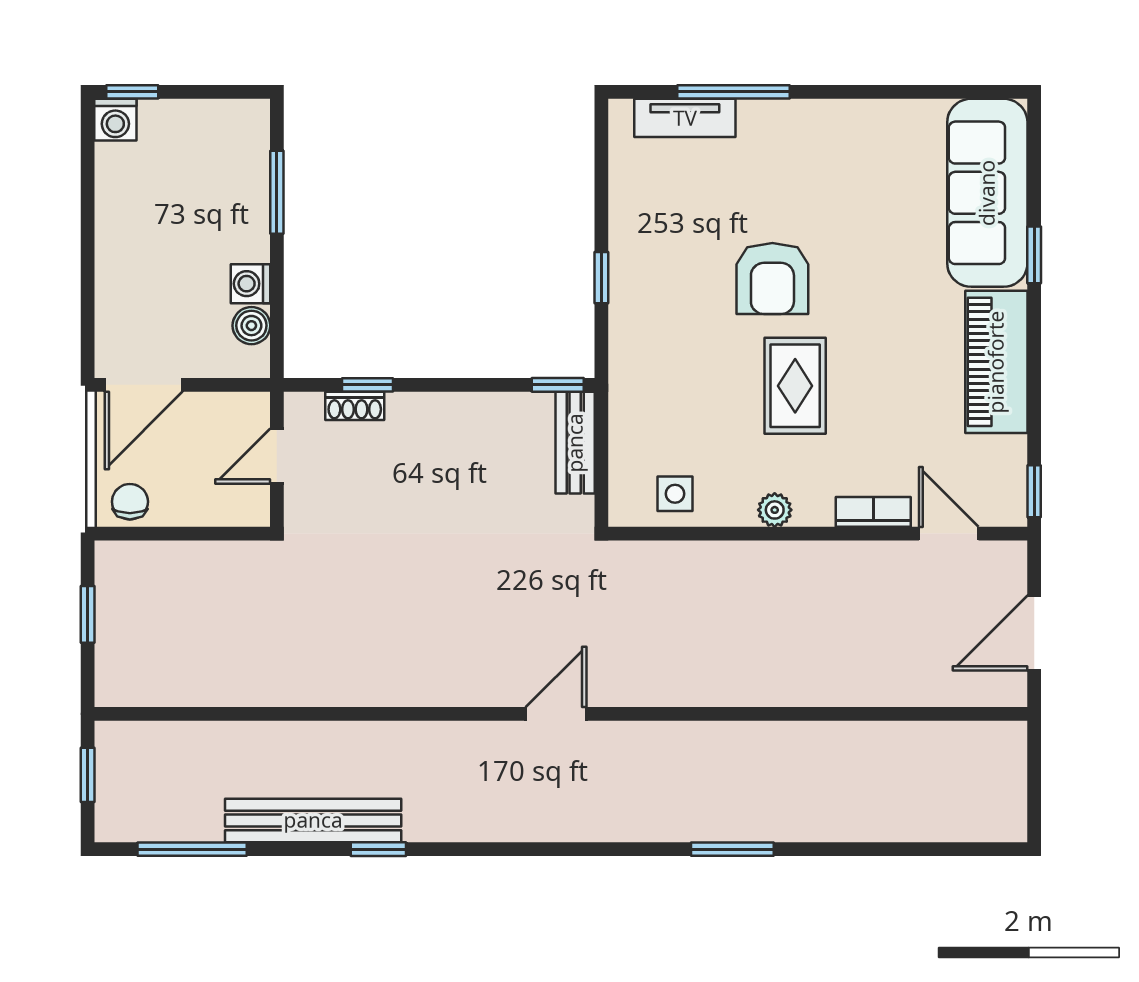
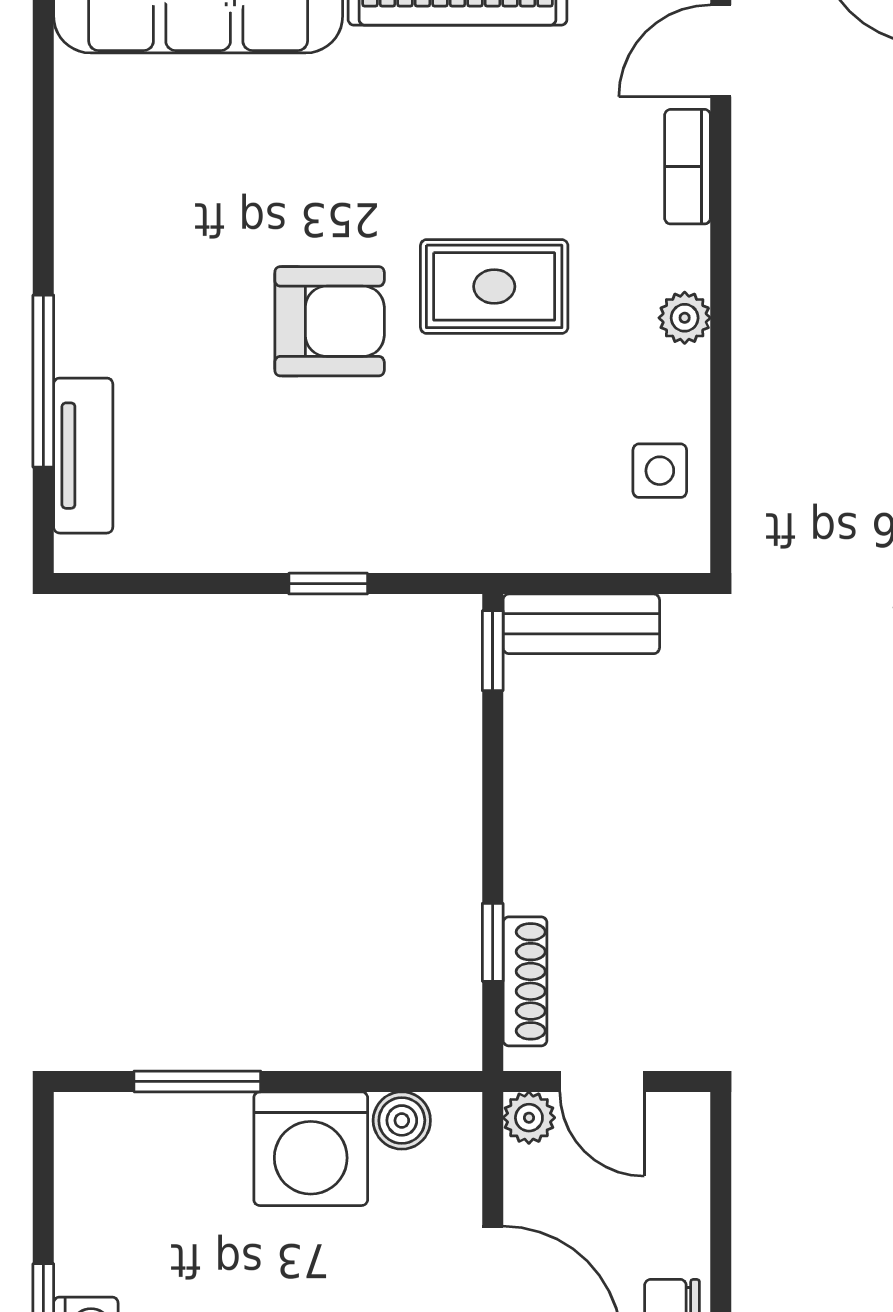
washing machine: (250, 284) -> (311, 1149), width x1.89, depth x1.89
shoe rack: (355, 406) -> (525, 981), width x1.43
plant: (253, 408) -> (529, 1118), added

